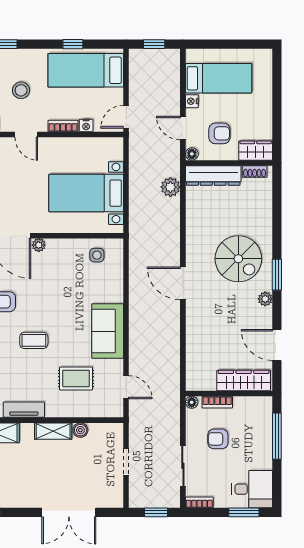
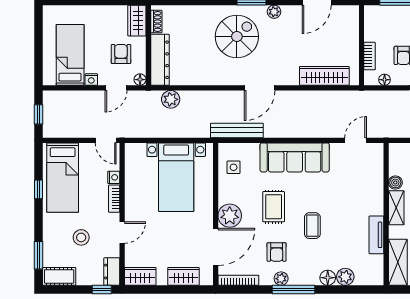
plant: (39, 245) -> (230, 216), width x1.88, depth x1.88
bench: (137, 259) -> (237, 130), added
sofa: (108, 331) -> (295, 157), width x1.36
rug: (76, 378) -> (274, 207), moved
wardrobe: (244, 381) -> (324, 76), moved, turned 90
floor lamp: (192, 402) -> (385, 80), moved

